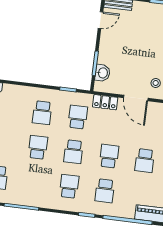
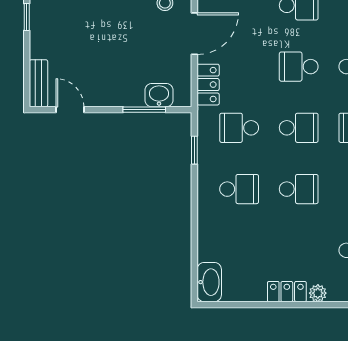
school desk: (38, 147) -> (299, 189), turned 180

